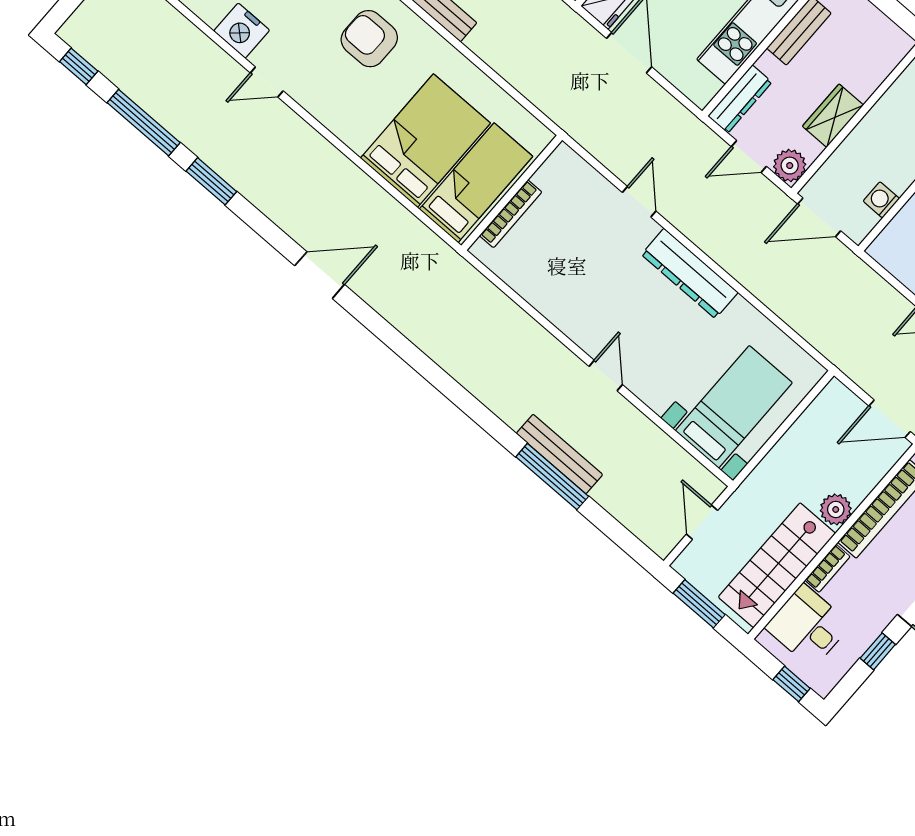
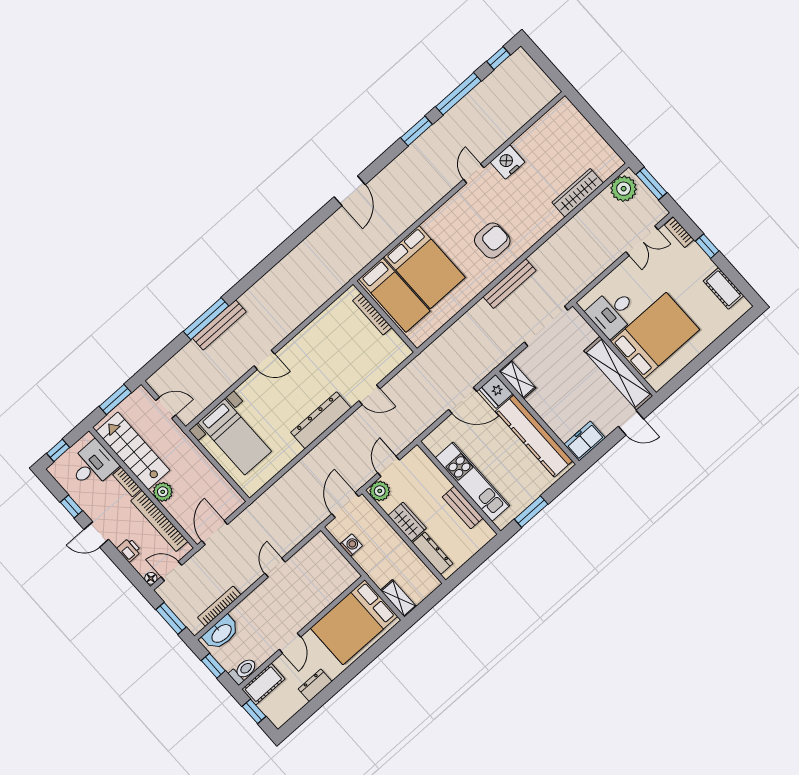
dresser: (740, 99) -> (433, 553), moved, turned 180

